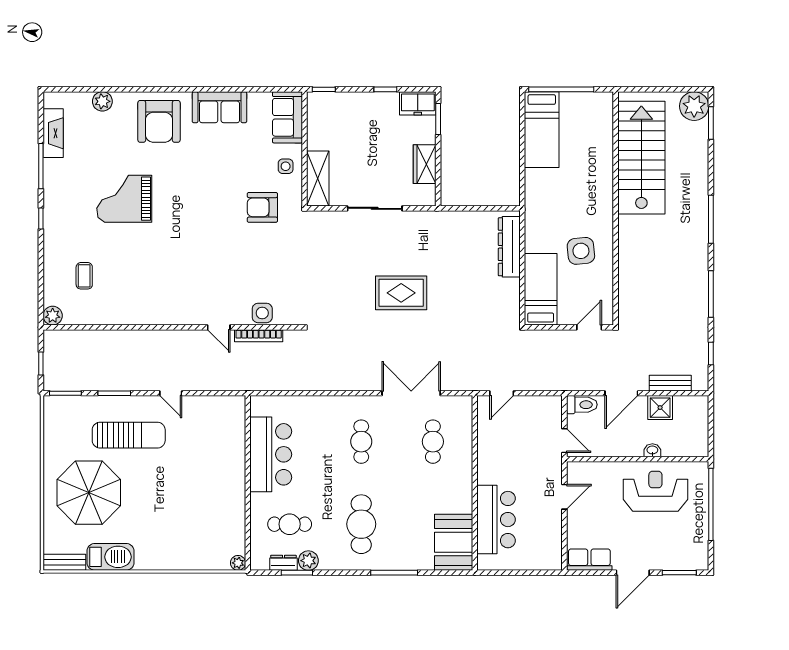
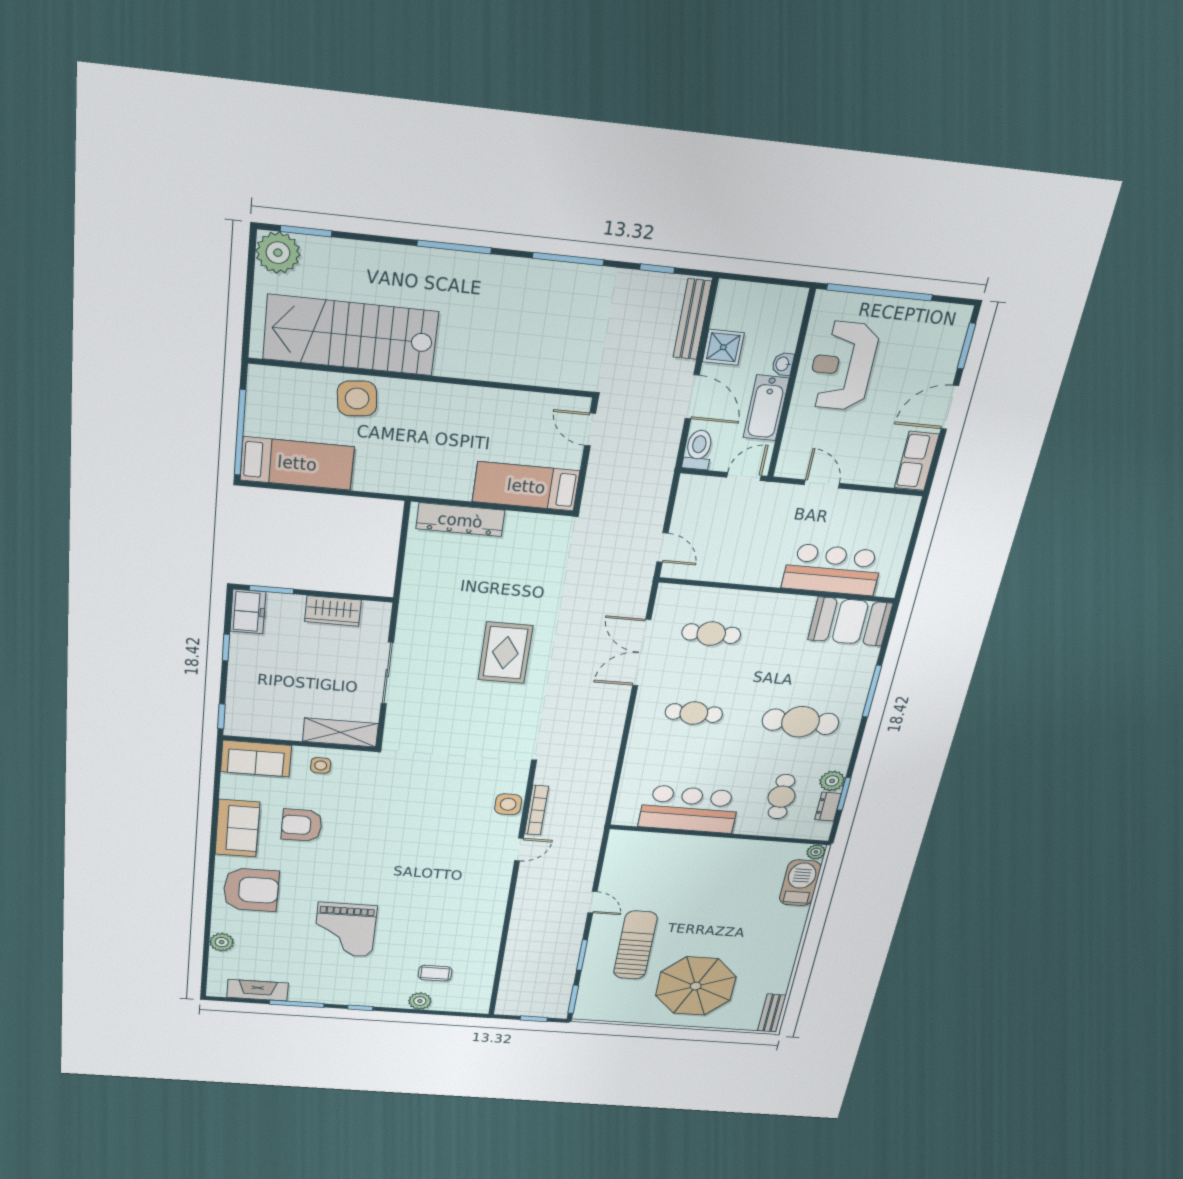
armchair: (262, 207) -> (302, 825), moved, turned 90
side table: (581, 251) -> (357, 398), moved
plant: (53, 316) -> (420, 1001), moved
bench: (670, 383) -> (692, 319), width x1.36
door: (171, 393) -> (592, 902), hinge flipped
bathtub: (619, 446) -> (766, 408), added
barbecue: (110, 557) -> (800, 883), moved
door: (633, 573) -> (950, 407), swing flipped

